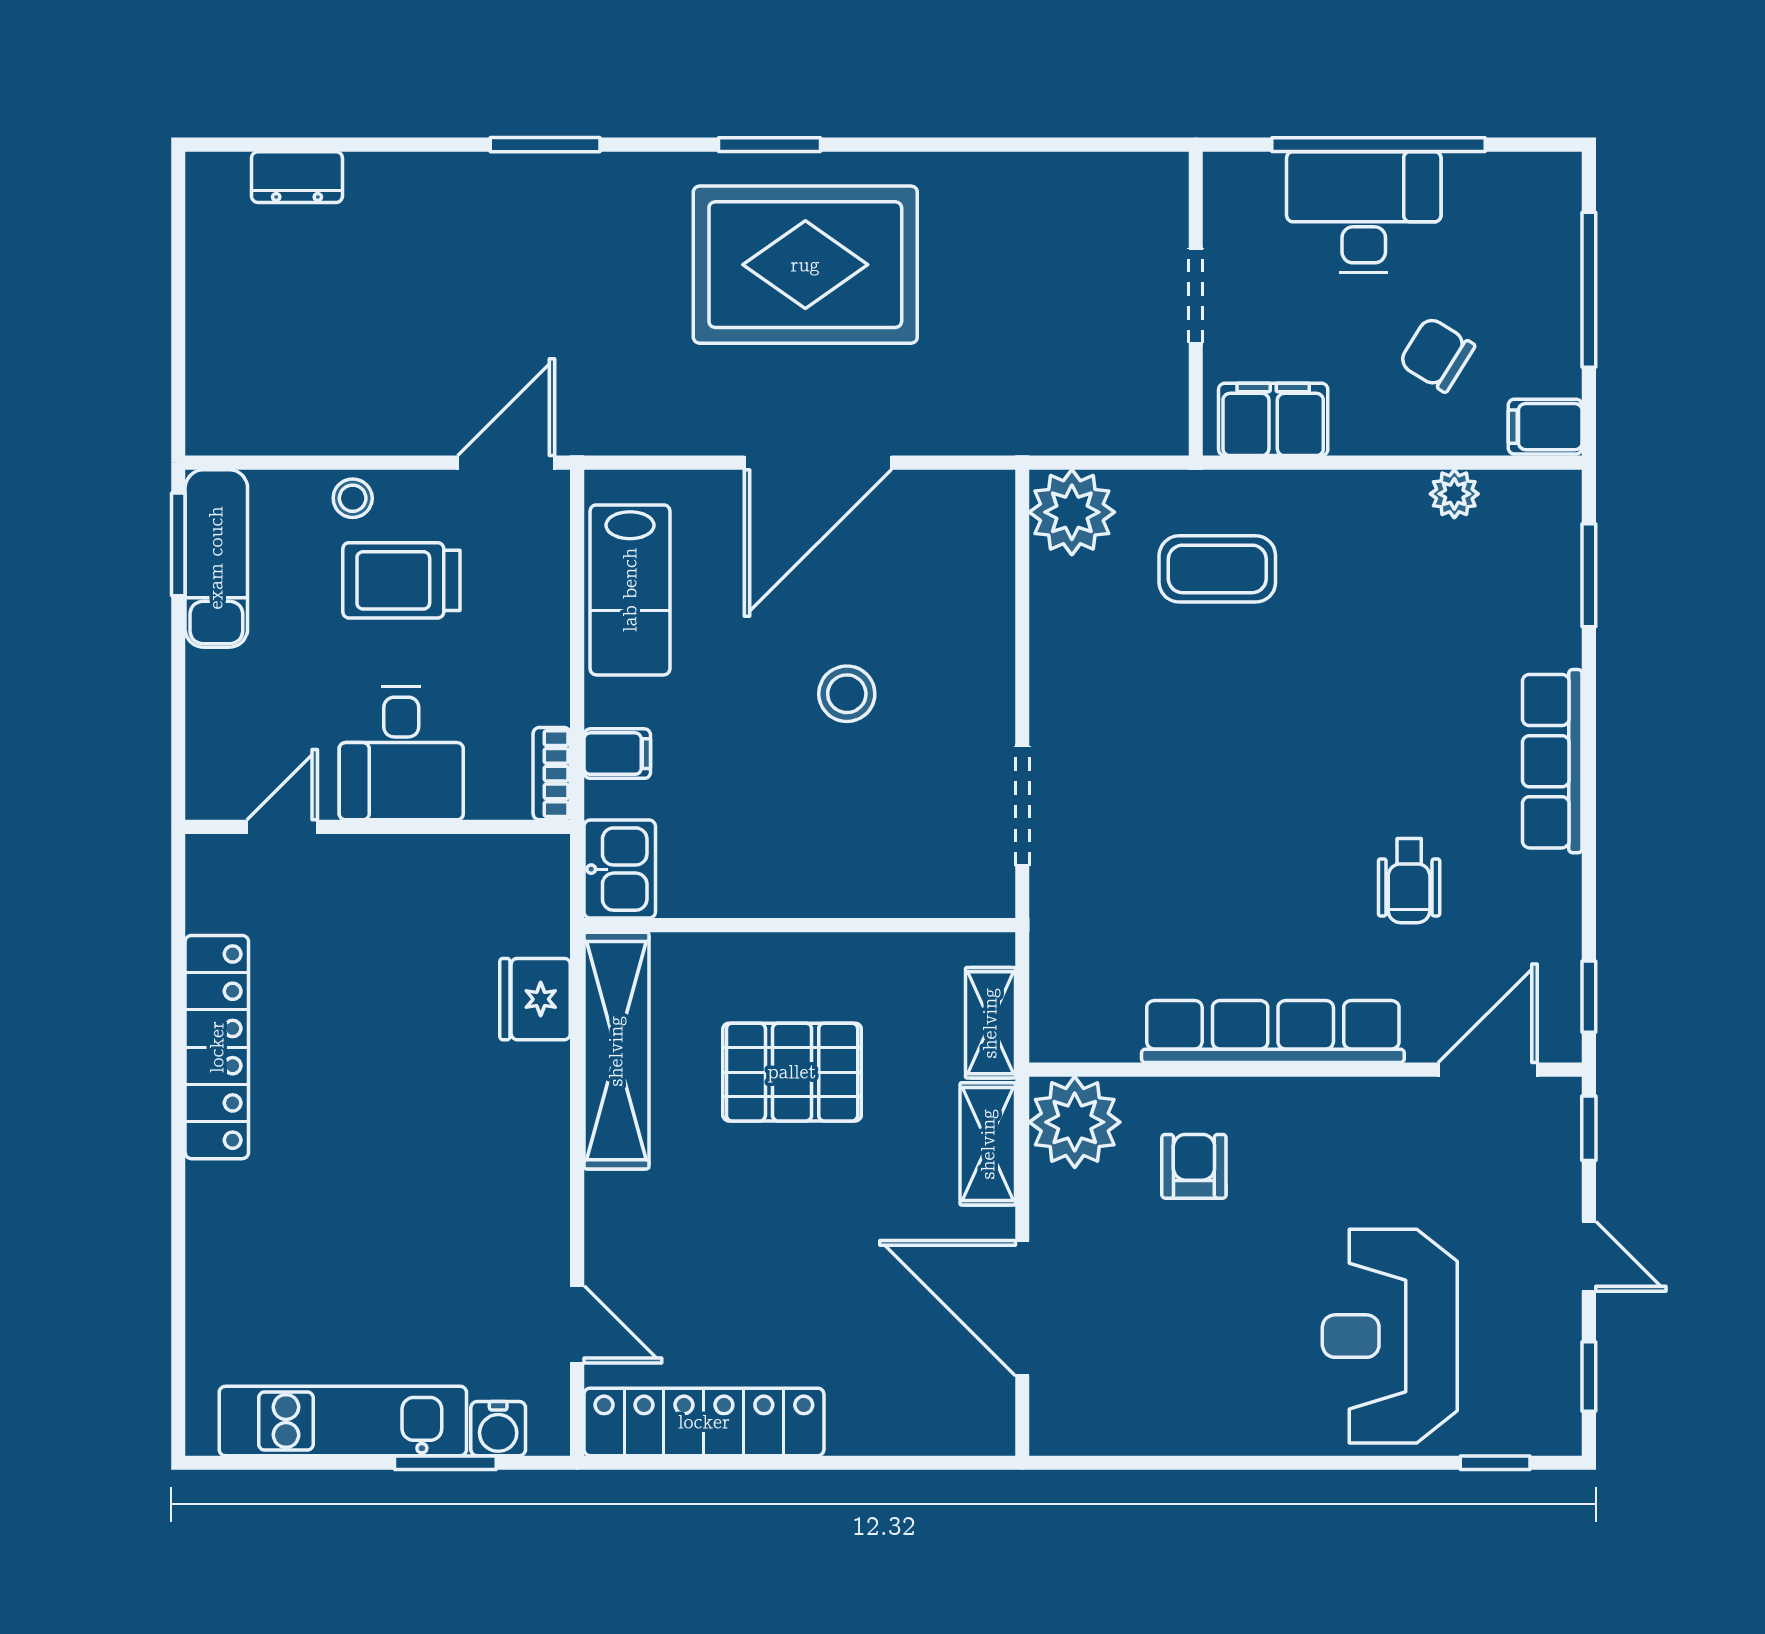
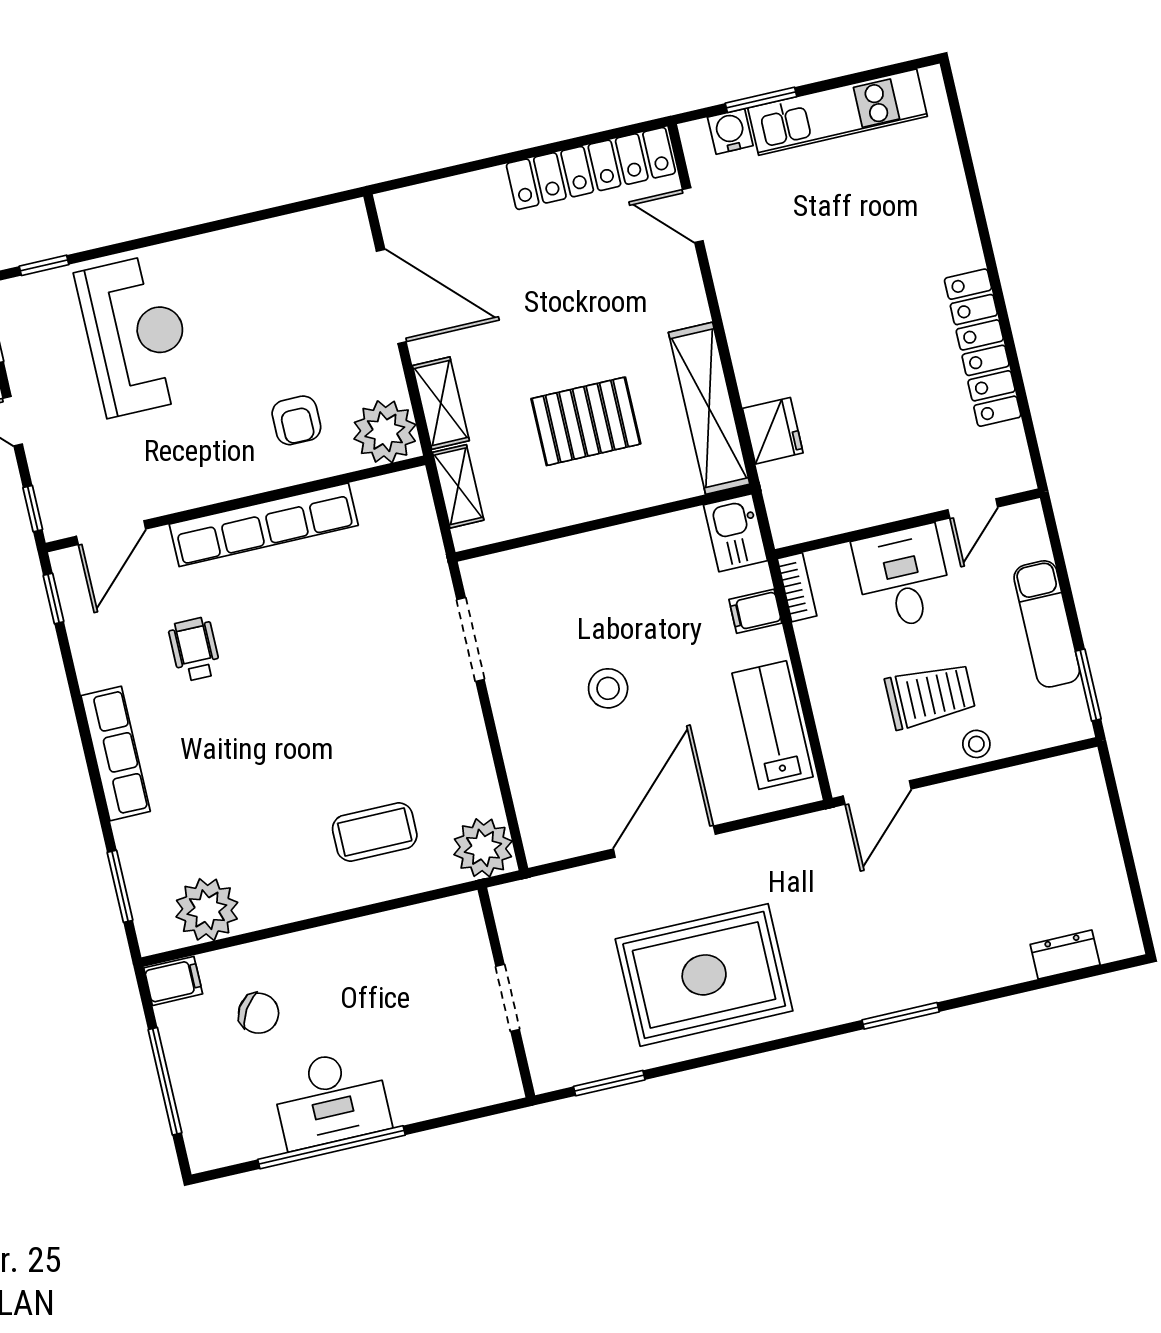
window: (769, 145) -> (609, 1083), moved
doorway: (1196, 296) -> (508, 998), moved
wall: (1196, 304) -> (506, 992), moved
filing cabinet: (1273, 419) -> (360, 943), removed
plant: (1454, 494) -> (207, 910), width x1.88, depth x1.88
exam couch: (216, 558) -> (1047, 624), moved

